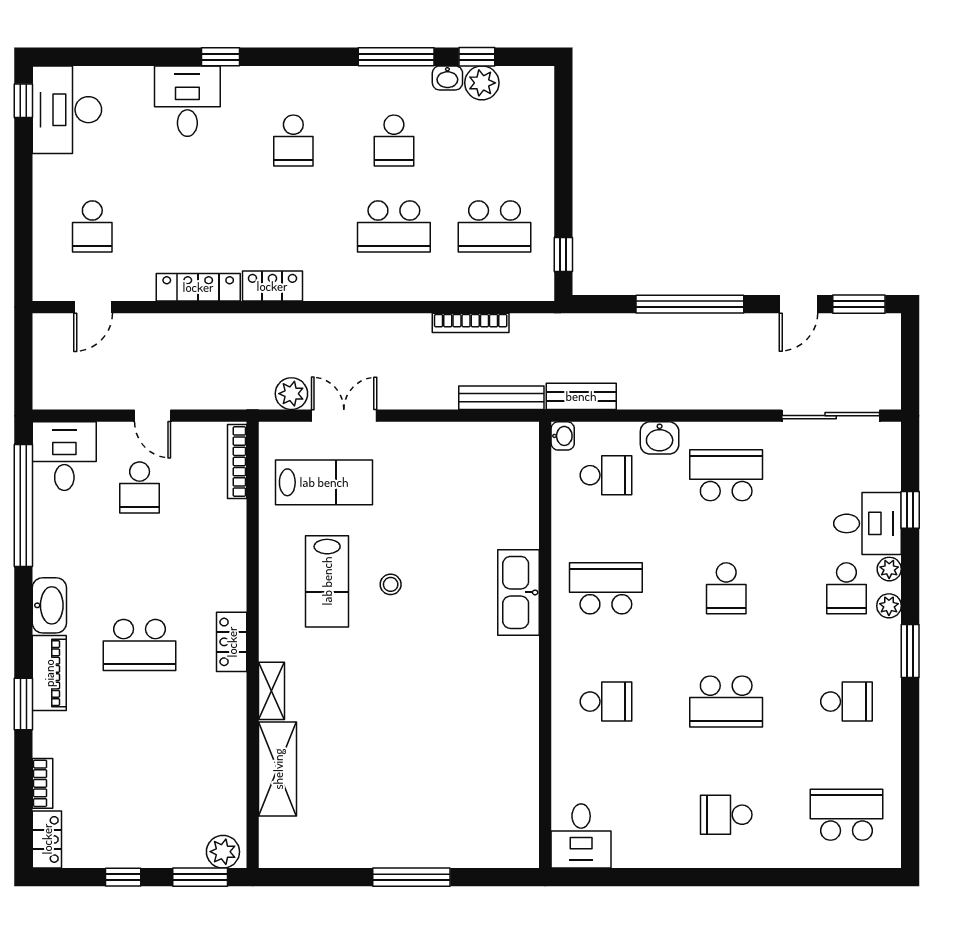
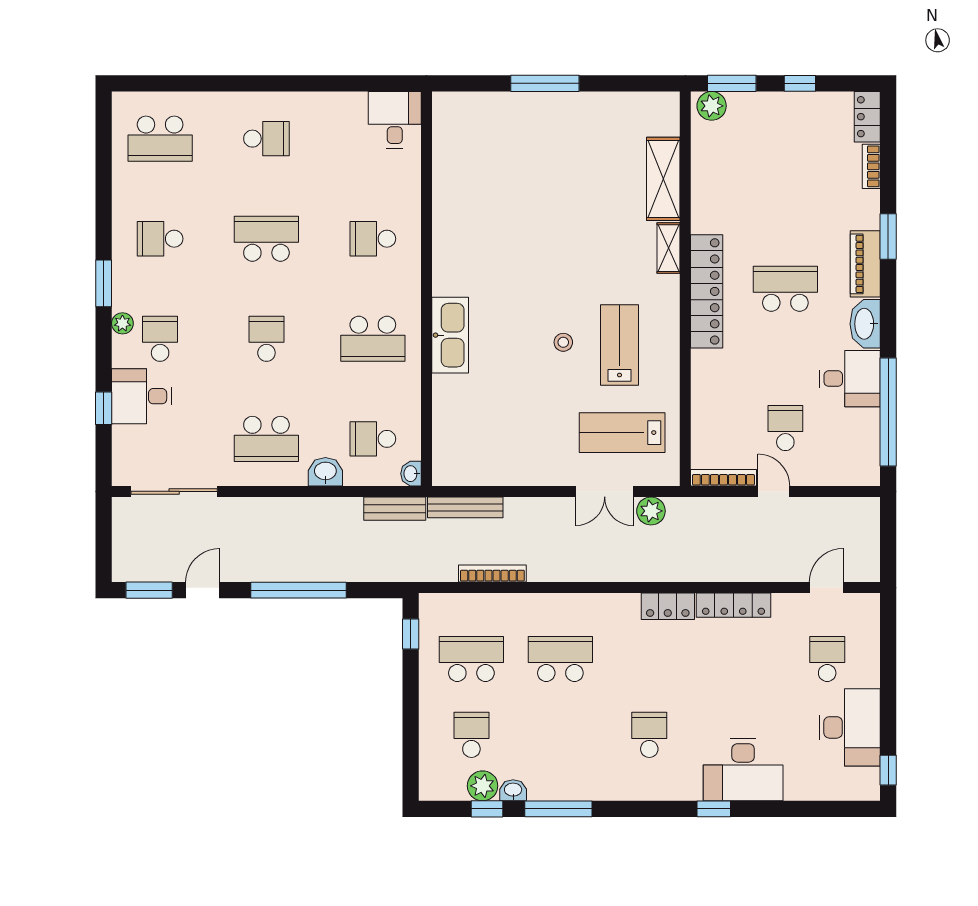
desk: (187, 101) -> (743, 770), width x1.37
desk: (67, 110) -> (850, 727), moved
school desk: (394, 141) -> (471, 735), moved
desk: (64, 456) -> (850, 379), moved, turned -90
bookcase: (237, 461) -> (723, 478), moved, turned -90
plant: (889, 569) -> (122, 356), removed
locker: (232, 642) -> (707, 291), width x2.16, depth x1.21

